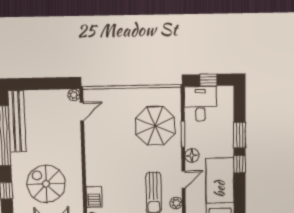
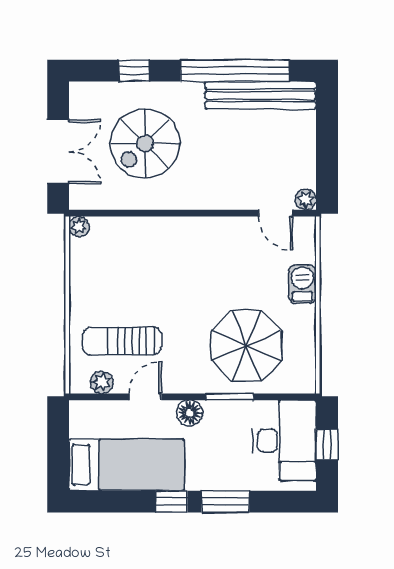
desk: (200, 104) -> (284, 440), width x1.37
door: (184, 180) -> (145, 397), swing flipped
spiral stairs: (46, 184) -> (145, 143), turned 180
barbecue: (94, 197) -> (302, 284), moved, turned 90

